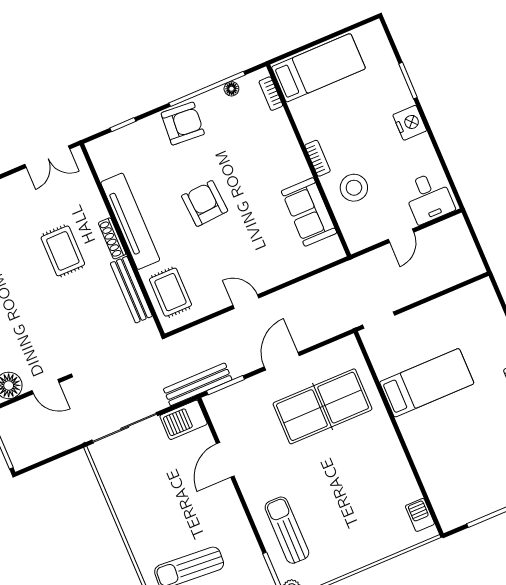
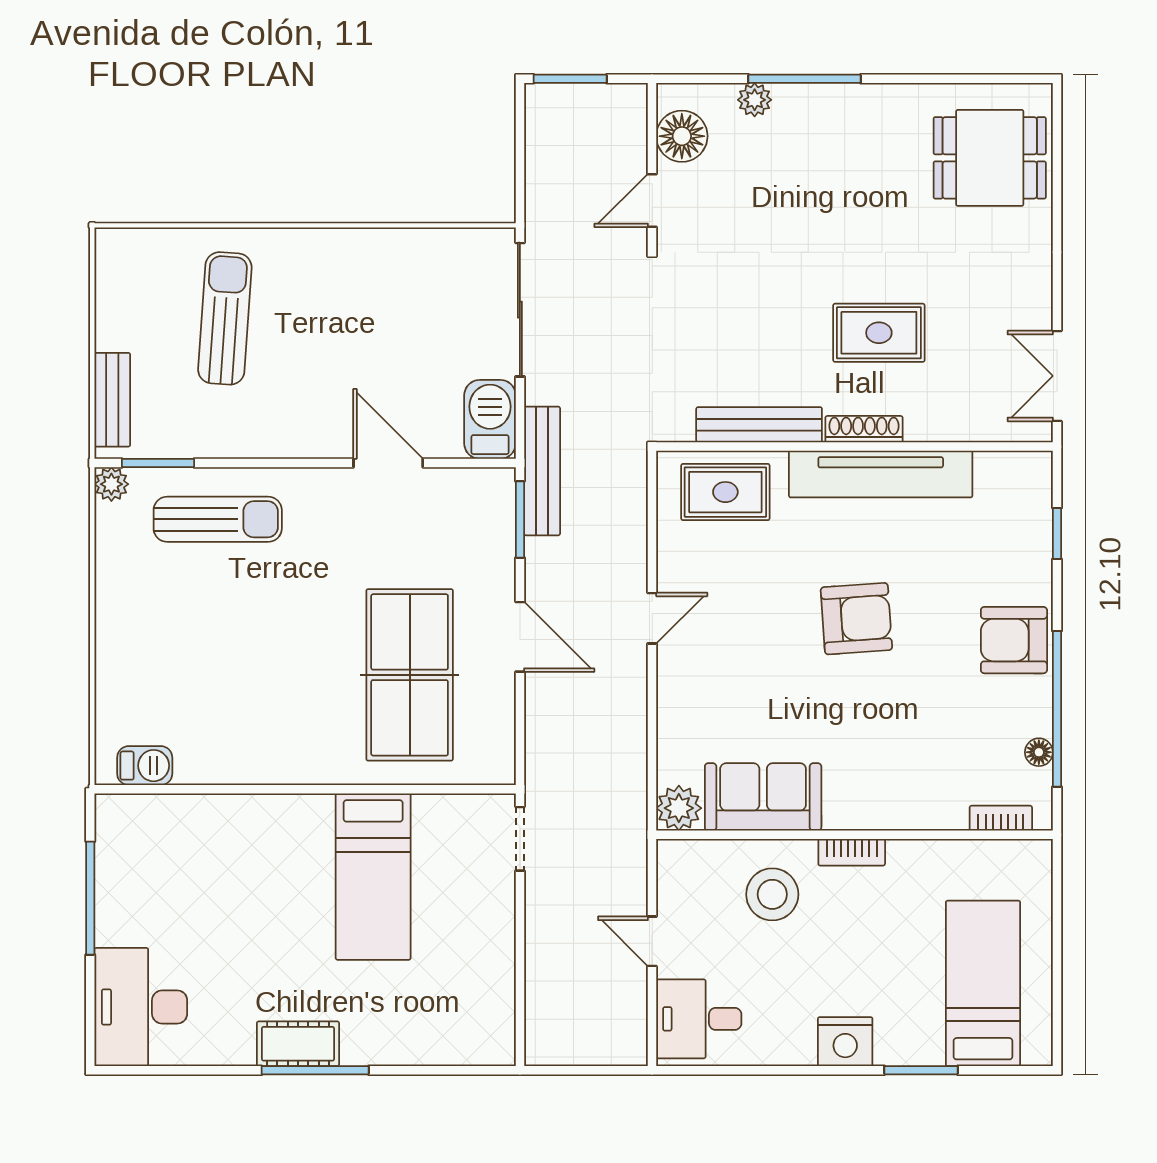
bed: (318, 68) -> (983, 983), moved, turned 180
armchair: (183, 124) -> (1014, 640), turned 86
plant: (332, 250) -> (679, 808), added

